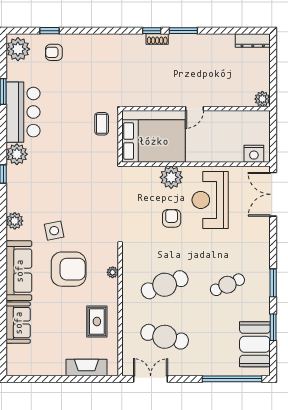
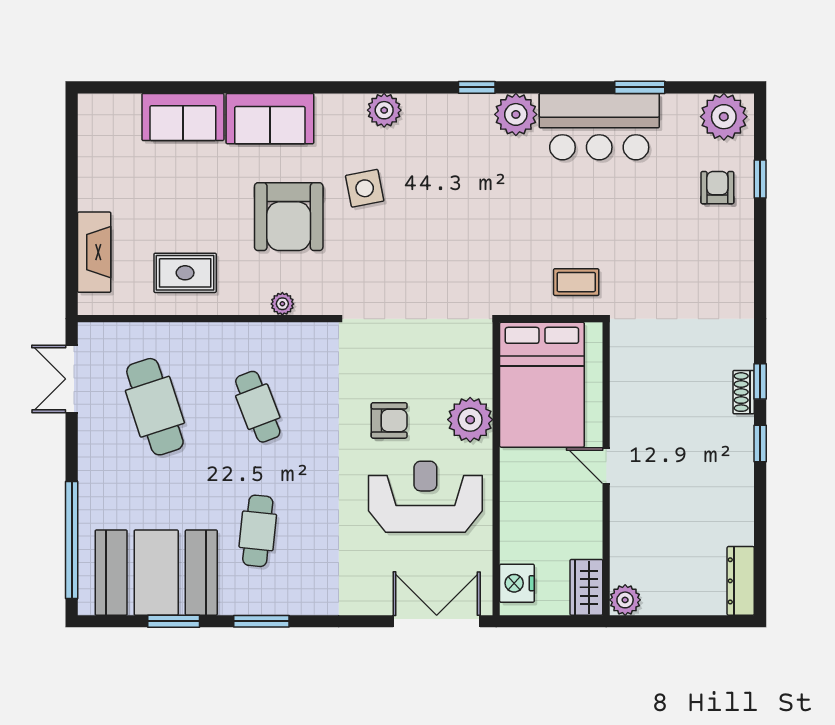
window: (183, 31) -> (760, 444), width x0.67
wardrobe: (256, 119) -> (586, 587), added
sofa: (19, 271) -> (270, 119), width x0.73
cafe table: (165, 285) -> (258, 407), width x0.73, depth x0.74
cafe table: (227, 285) -> (258, 531), turned 30
cafe table: (165, 337) -> (155, 407), turned -33
booth: (255, 344) -> (156, 573), width x1.36, depth x1.42
double door: (151, 379) -> (72, 379), swing flipped

